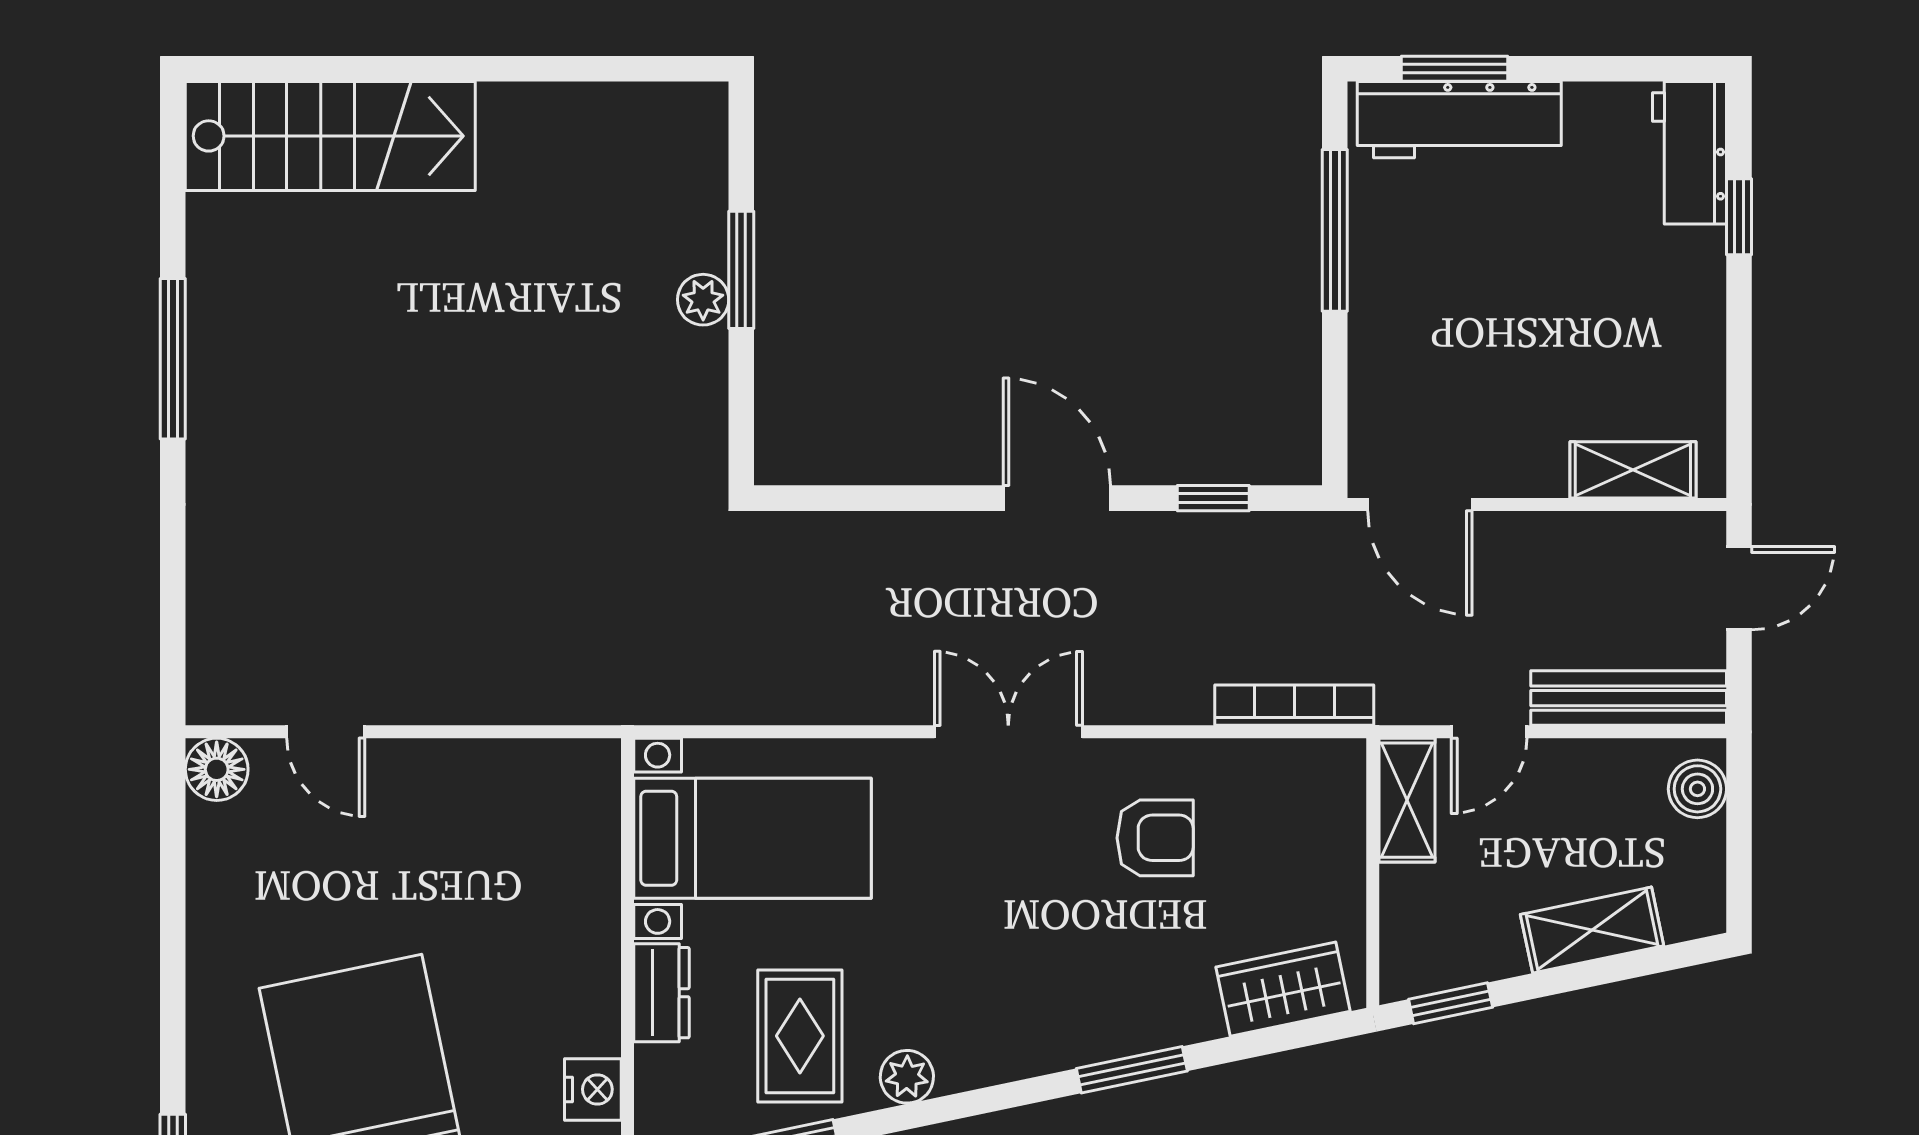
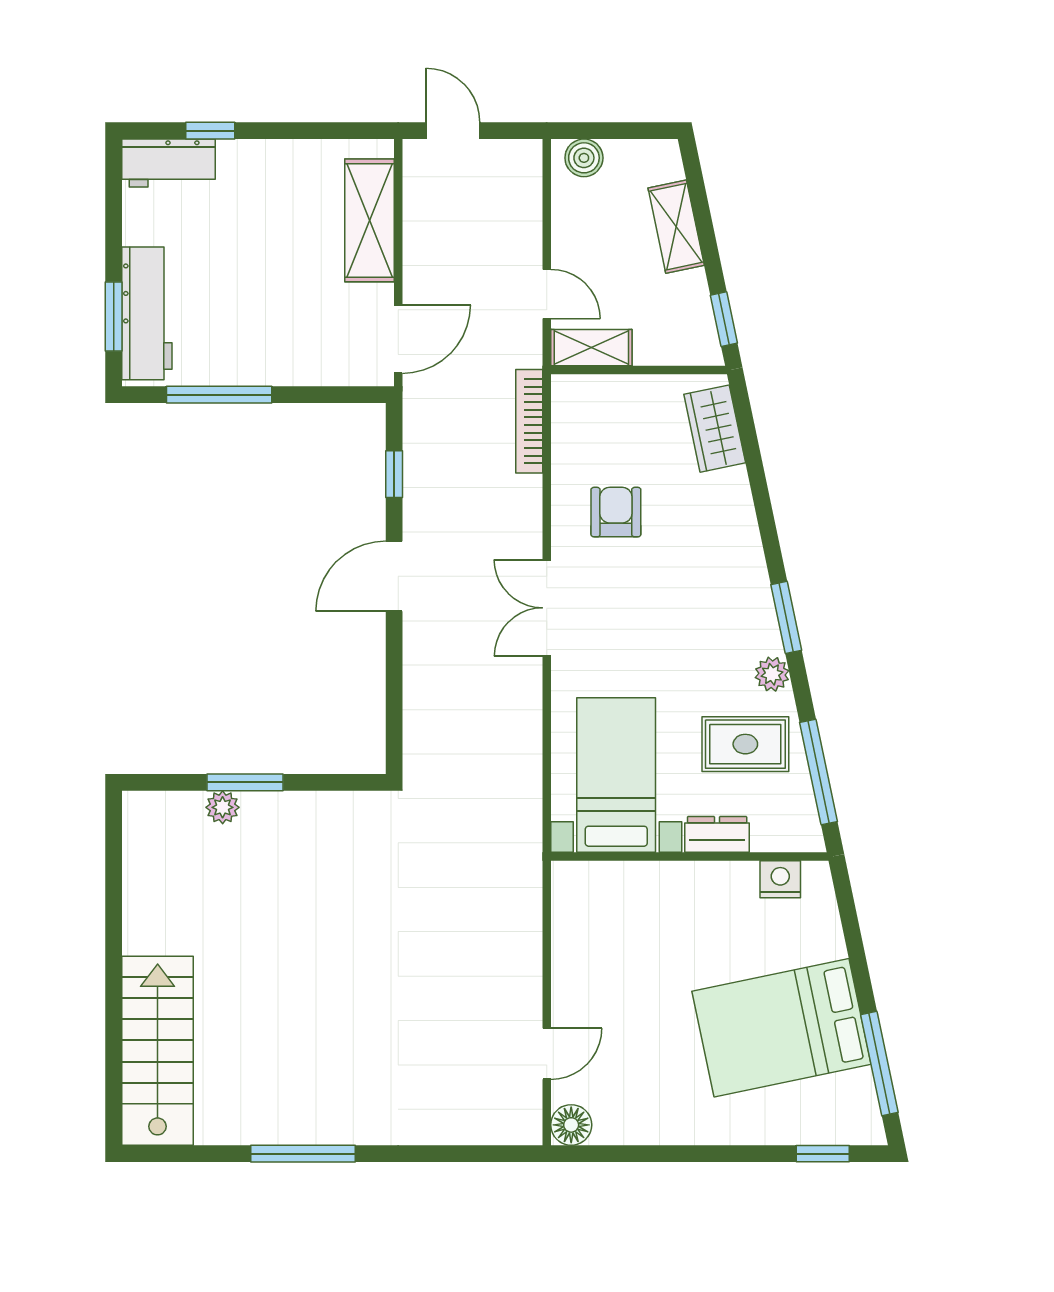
plant: (703, 300) -> (223, 807), moved
shelving: (1633, 470) -> (369, 220), width x1.50, depth x1.33
bench: (1629, 698) -> (525, 203), removed
window: (1132, 1070) -> (786, 617), moved

